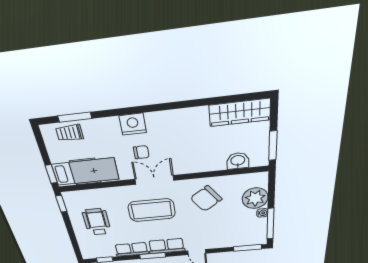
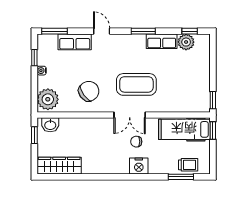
window: (273, 146) -> (34, 135), width x0.67
washbasin: (238, 161) -> (50, 125), moved
plant: (255, 198) -> (48, 99), moved
wheelchair: (97, 222) -> (187, 77), removed
window: (270, 224) -> (34, 58), width x0.46
row of seats: (166, 246) -> (75, 42), moved
plant: (106, 251) -> (186, 42), added

